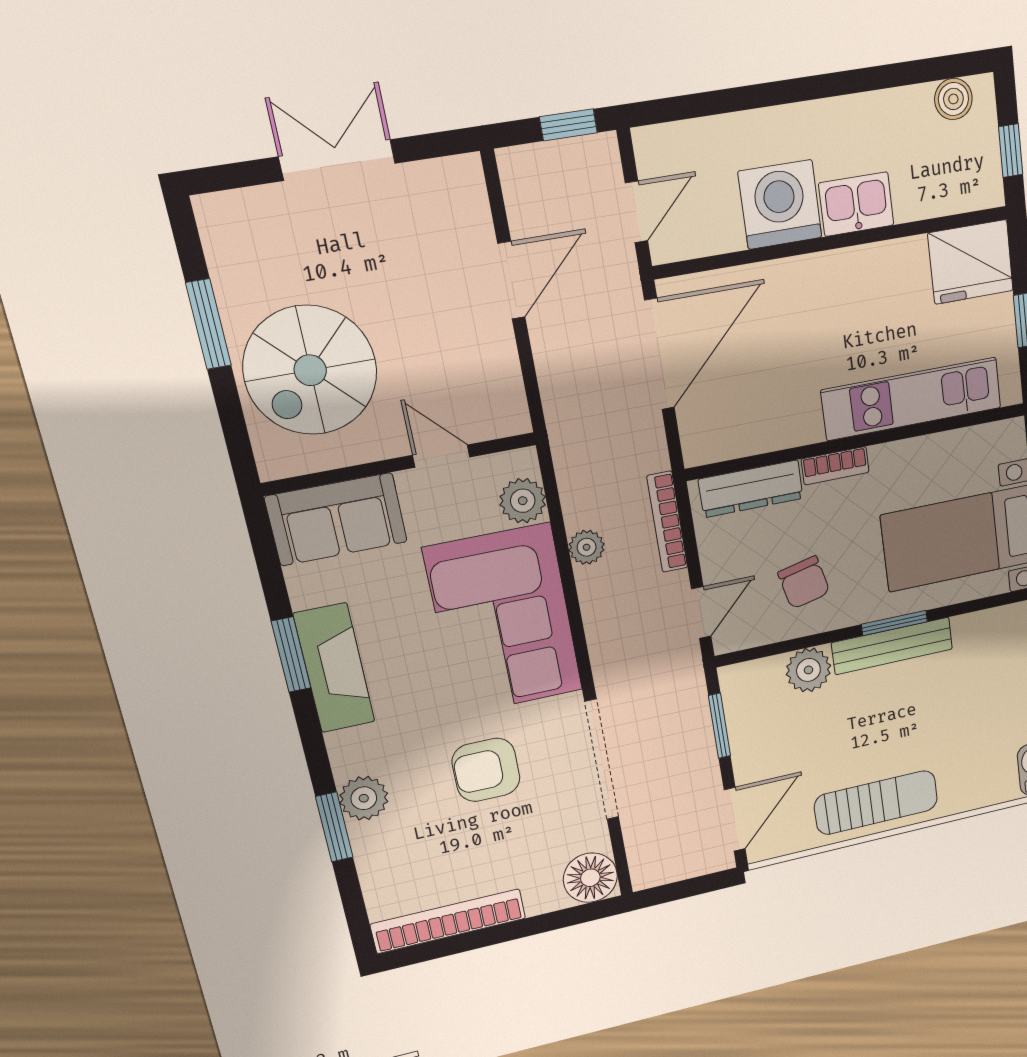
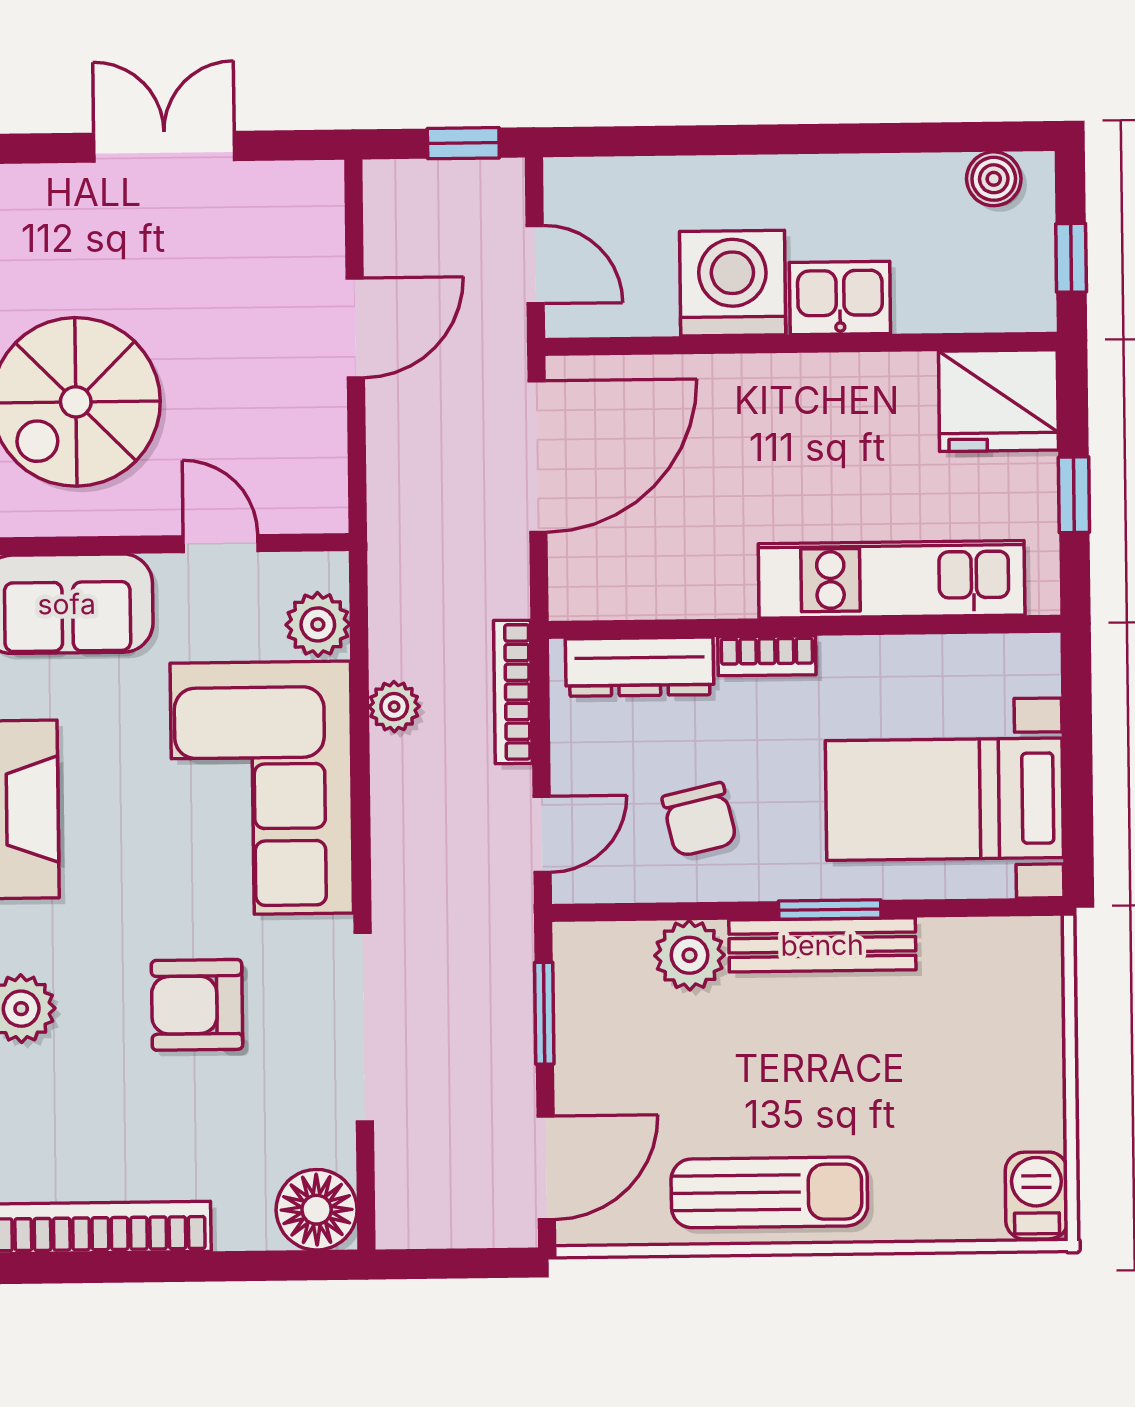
door: (636, 212) -> (535, 265), hinge flipped

